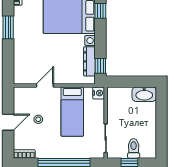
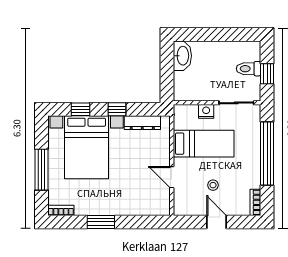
window: (100, 66) -> (117, 109), moved
nightstand: (99, 93) -> (206, 111), moved

